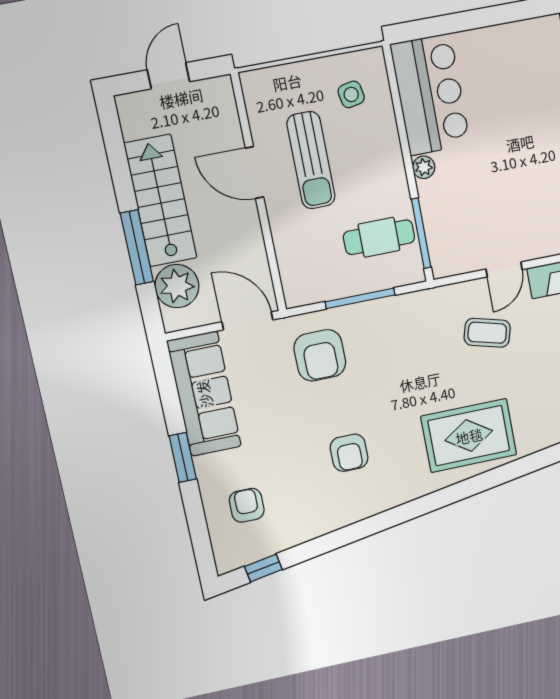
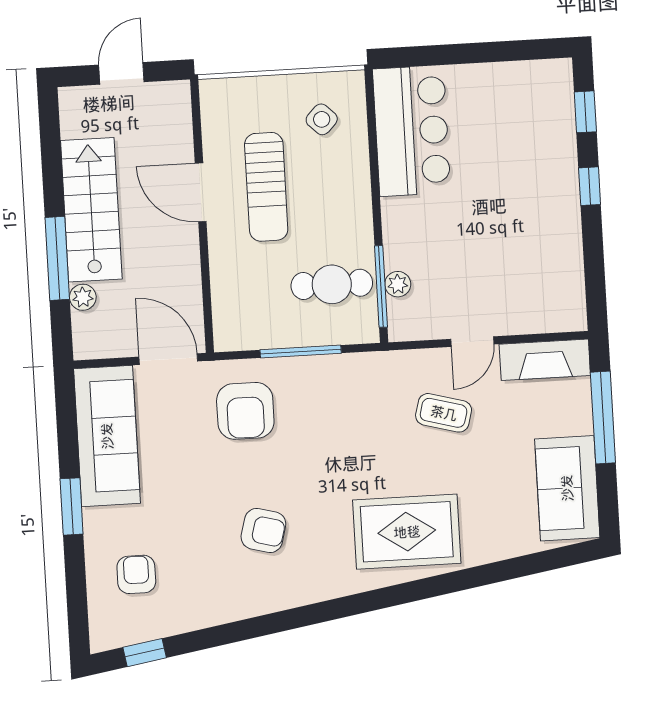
side table: (351, 94) -> (322, 119), turned -35
plant: (424, 167) -> (398, 284), moved
plant: (177, 286) -> (83, 297), width x0.53, depth x0.53
armchair: (349, 453) -> (263, 531), turned -75

